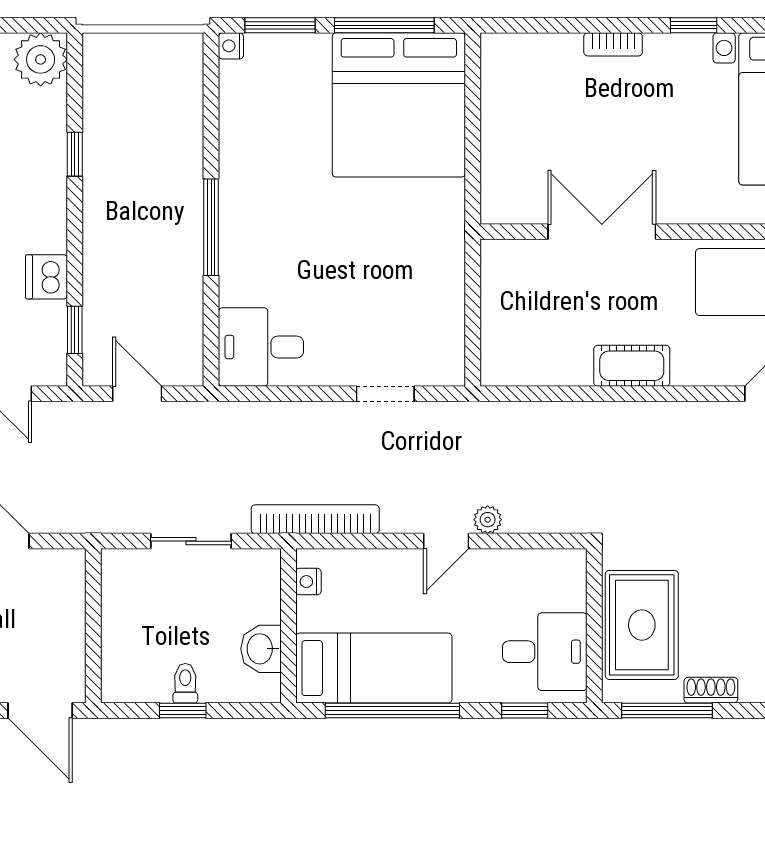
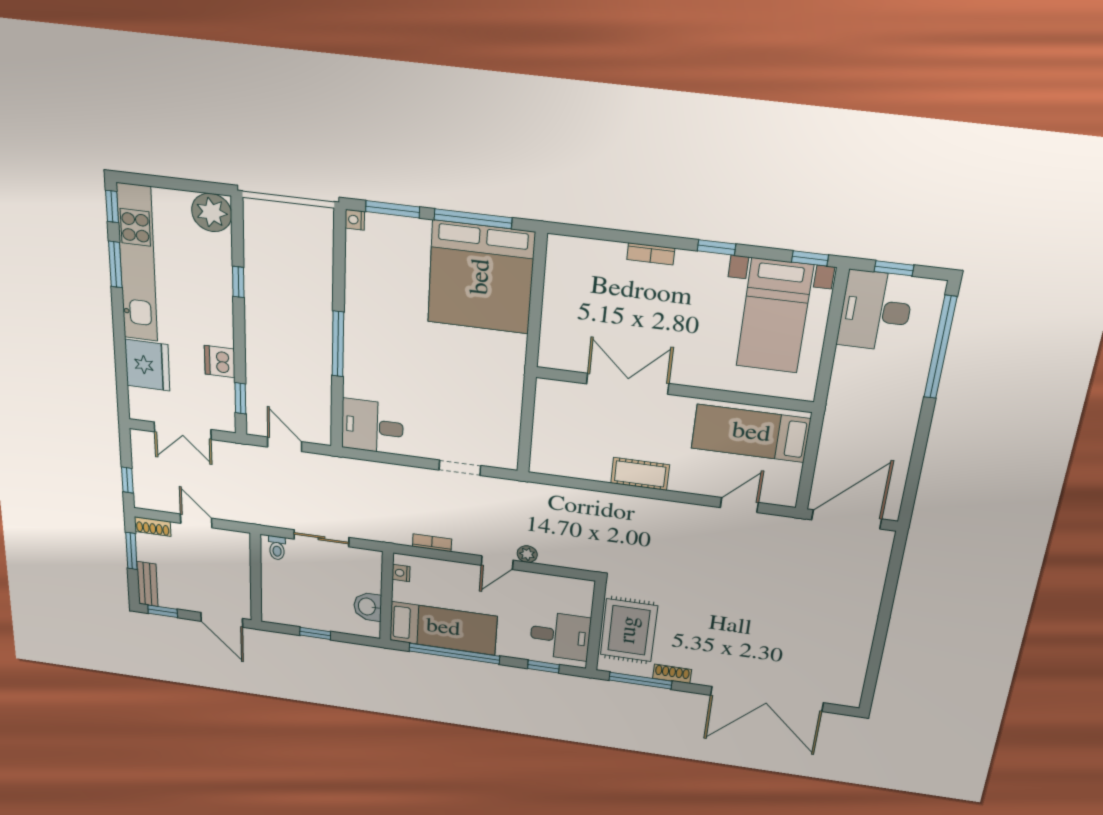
bookcase: (315, 519) -> (432, 543), width x0.43, depth x0.76
toilet: (185, 683) -> (277, 548), moved, turned 180

